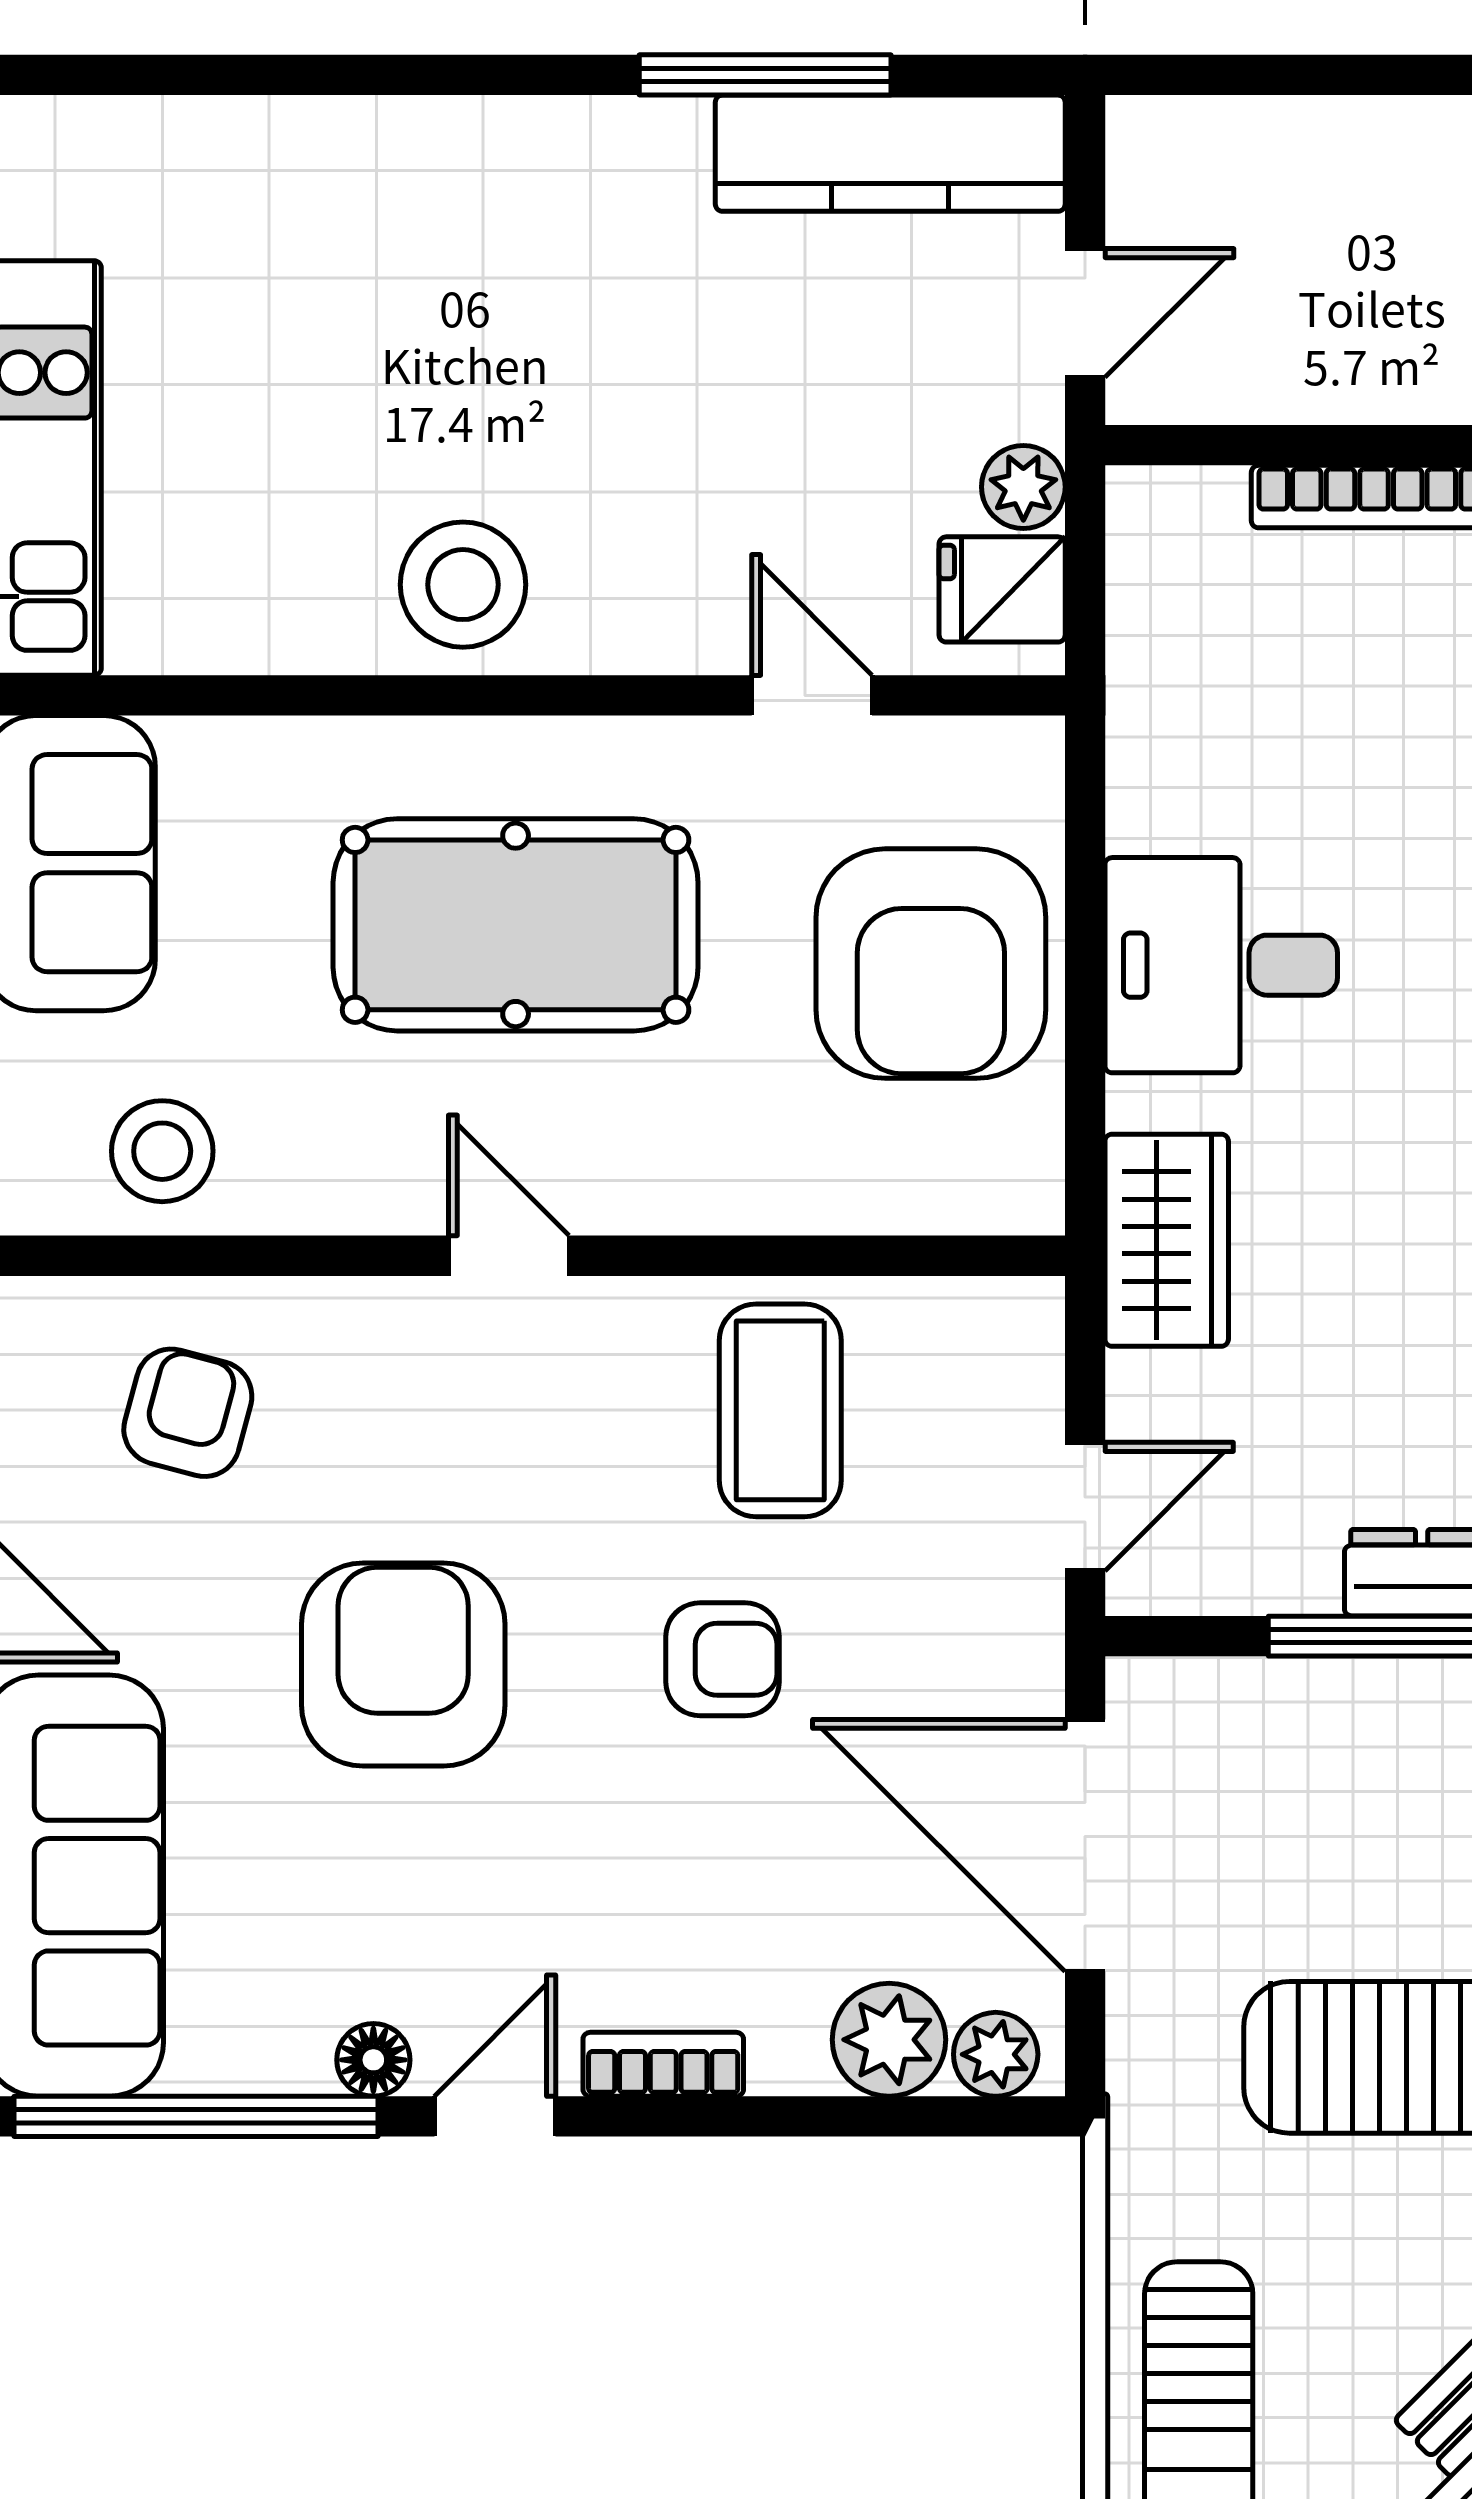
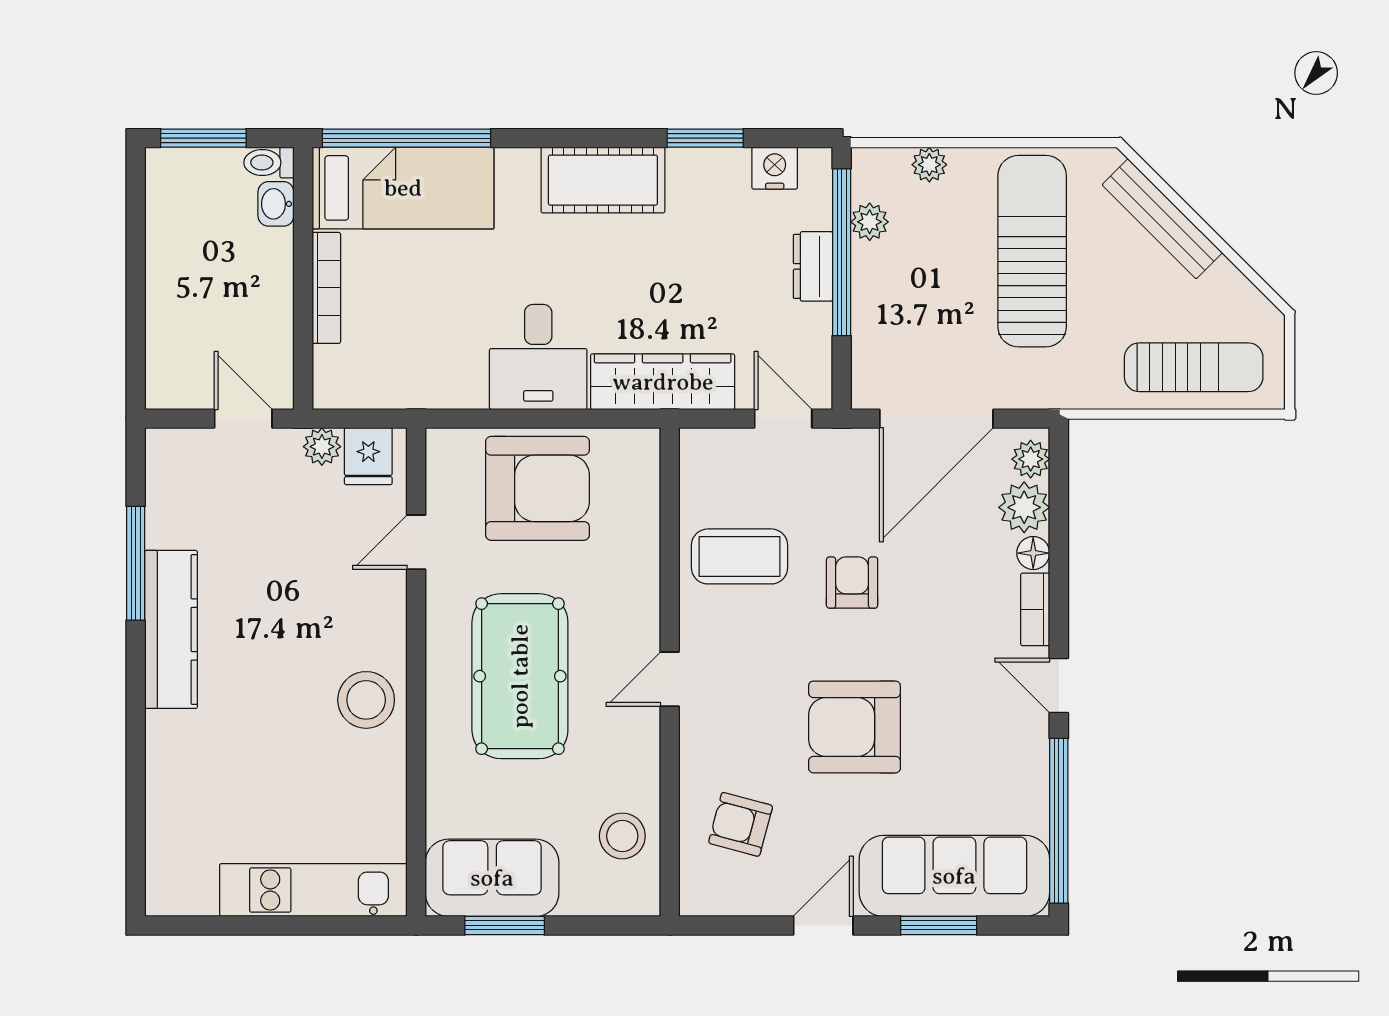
kitchen counter: (890, 153) -> (171, 629), moved
wardrobe: (1167, 1240) -> (663, 382), width x1.50
floor lamp: (373, 2060) -> (1033, 553), moved

